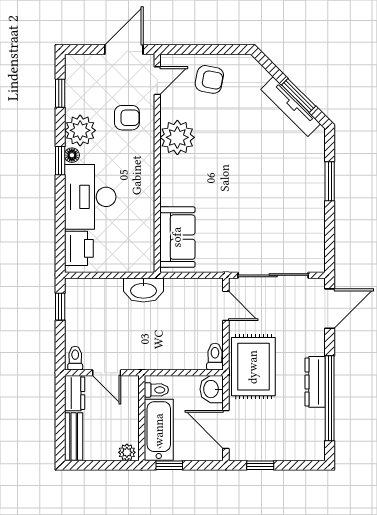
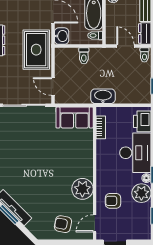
sofa: (177, 237) -> (75, 117), moved, turned -90
bookcase: (147, 239) -> (101, 127), added
toilet: (215, 357) -> (84, 56), moved

